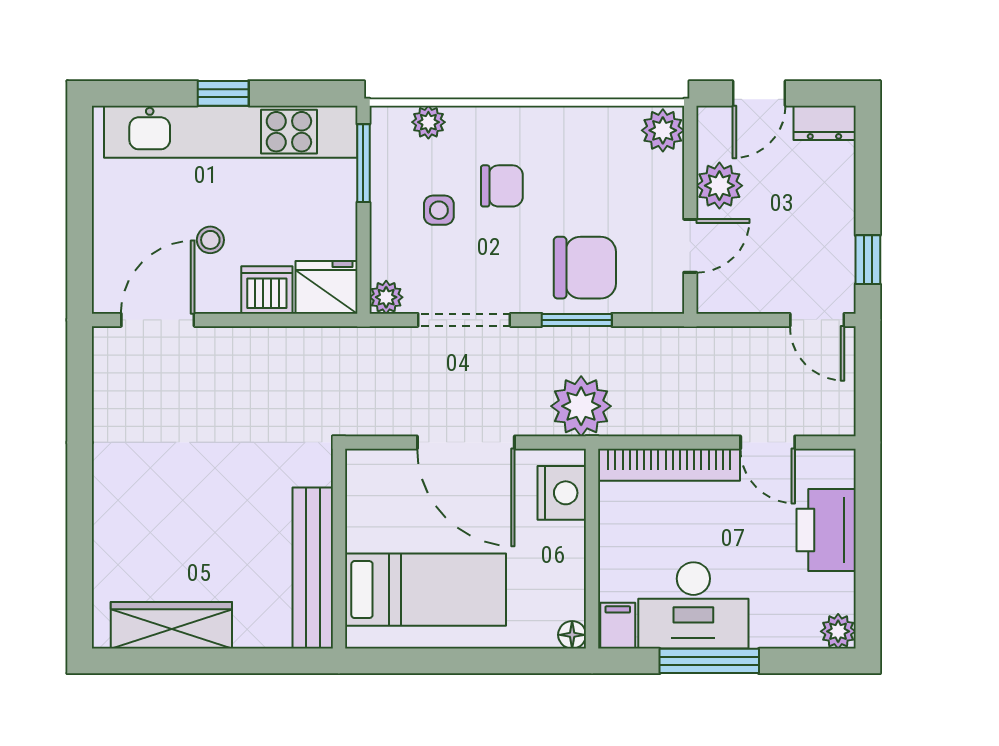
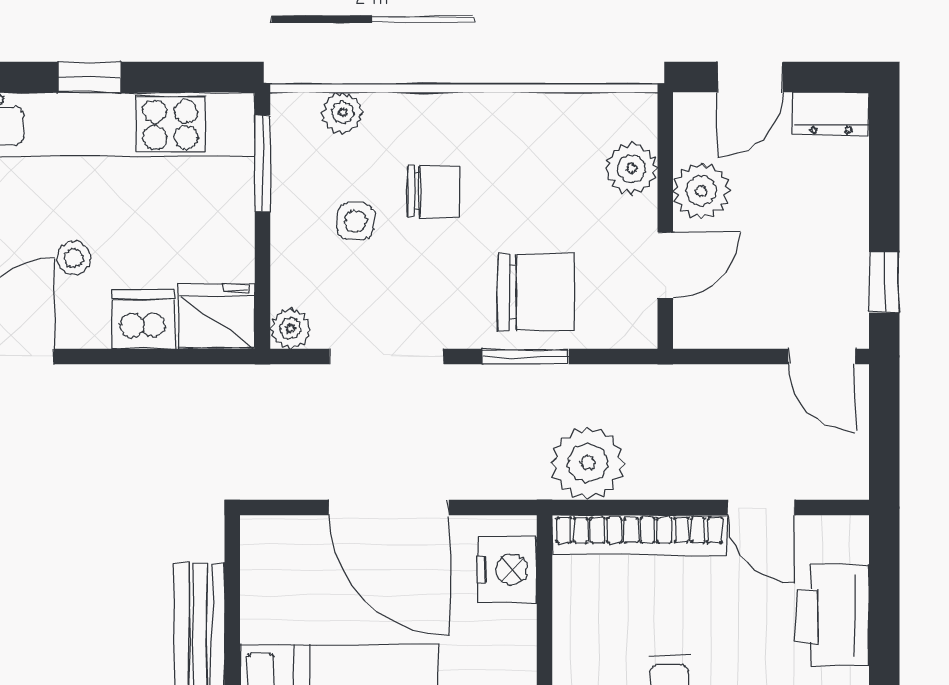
plant: (663, 130) -> (632, 168), moved
plant: (581, 406) -> (588, 463), moved

